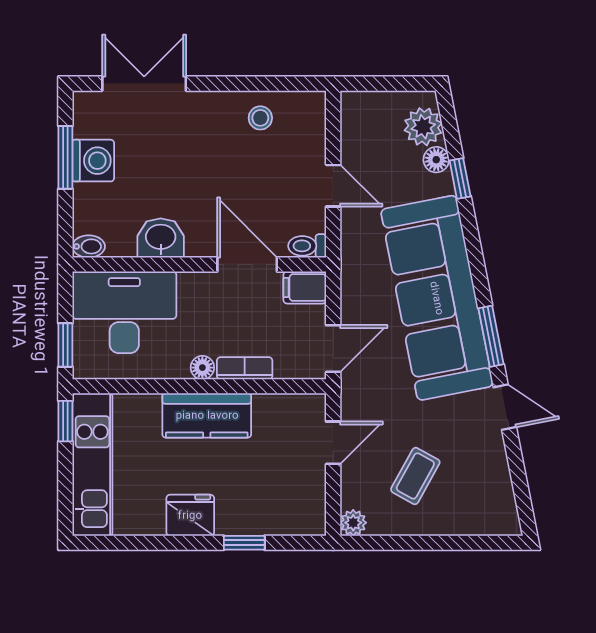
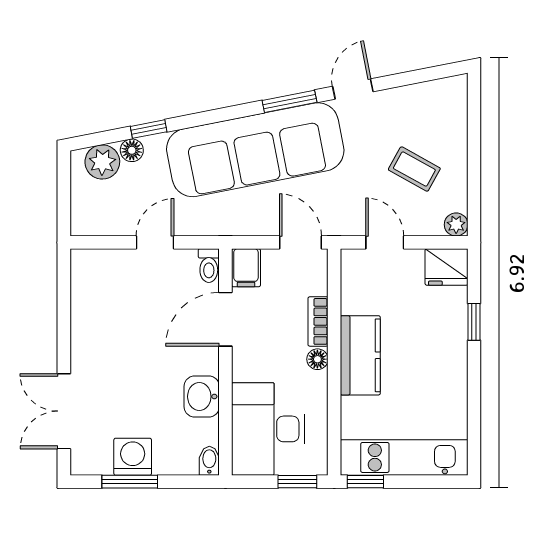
stool: (260, 118) -> (94, 307), removed
fridge: (190, 515) -> (446, 267), moved, turned -90

